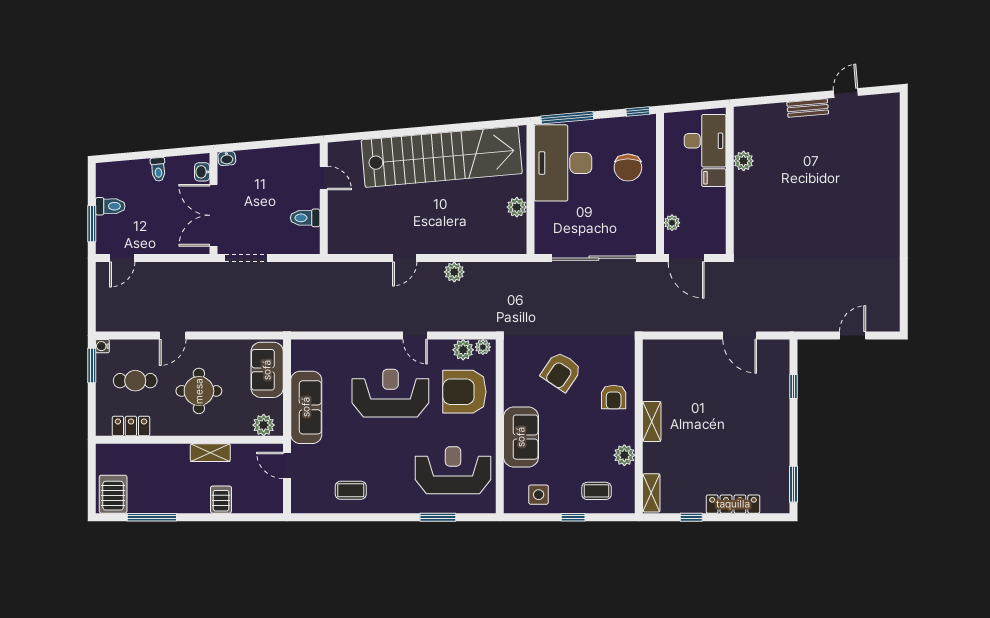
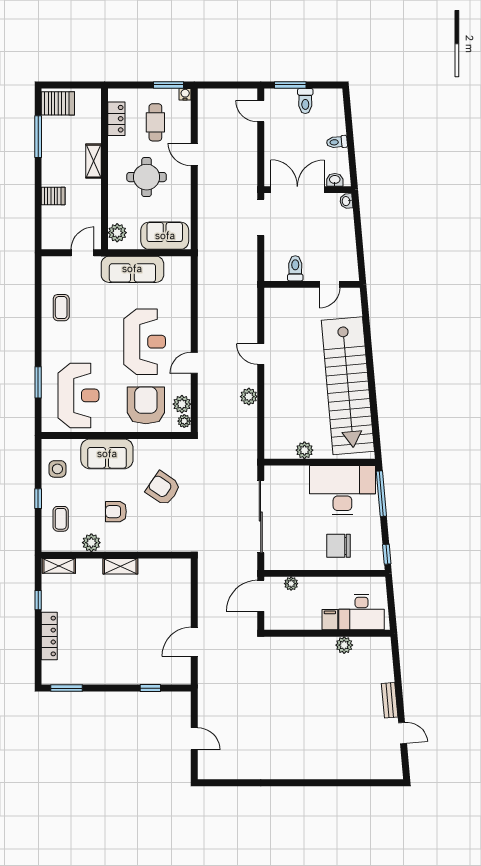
armchair: (614, 397) -> (116, 512), moved
shelving: (210, 453) -> (94, 161), moved

